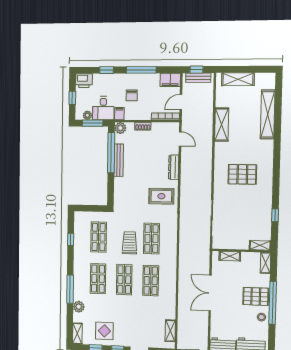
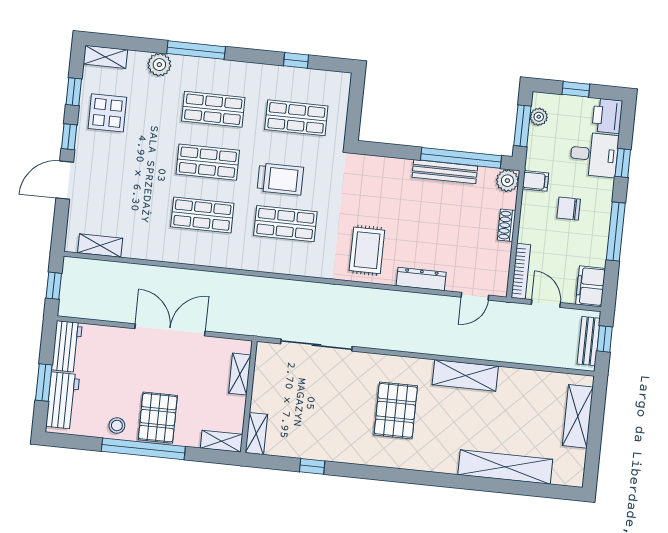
desk: (103, 108) -> (594, 155), moved, turned 180
shelving: (222, 125) -> (465, 375), moved

